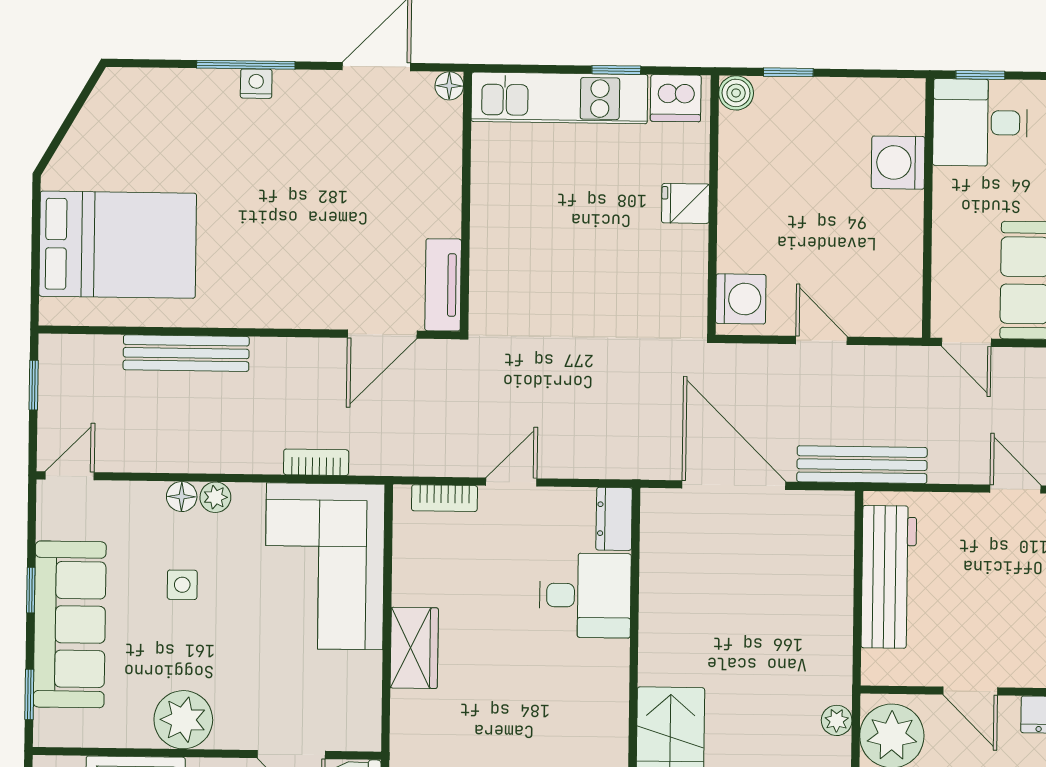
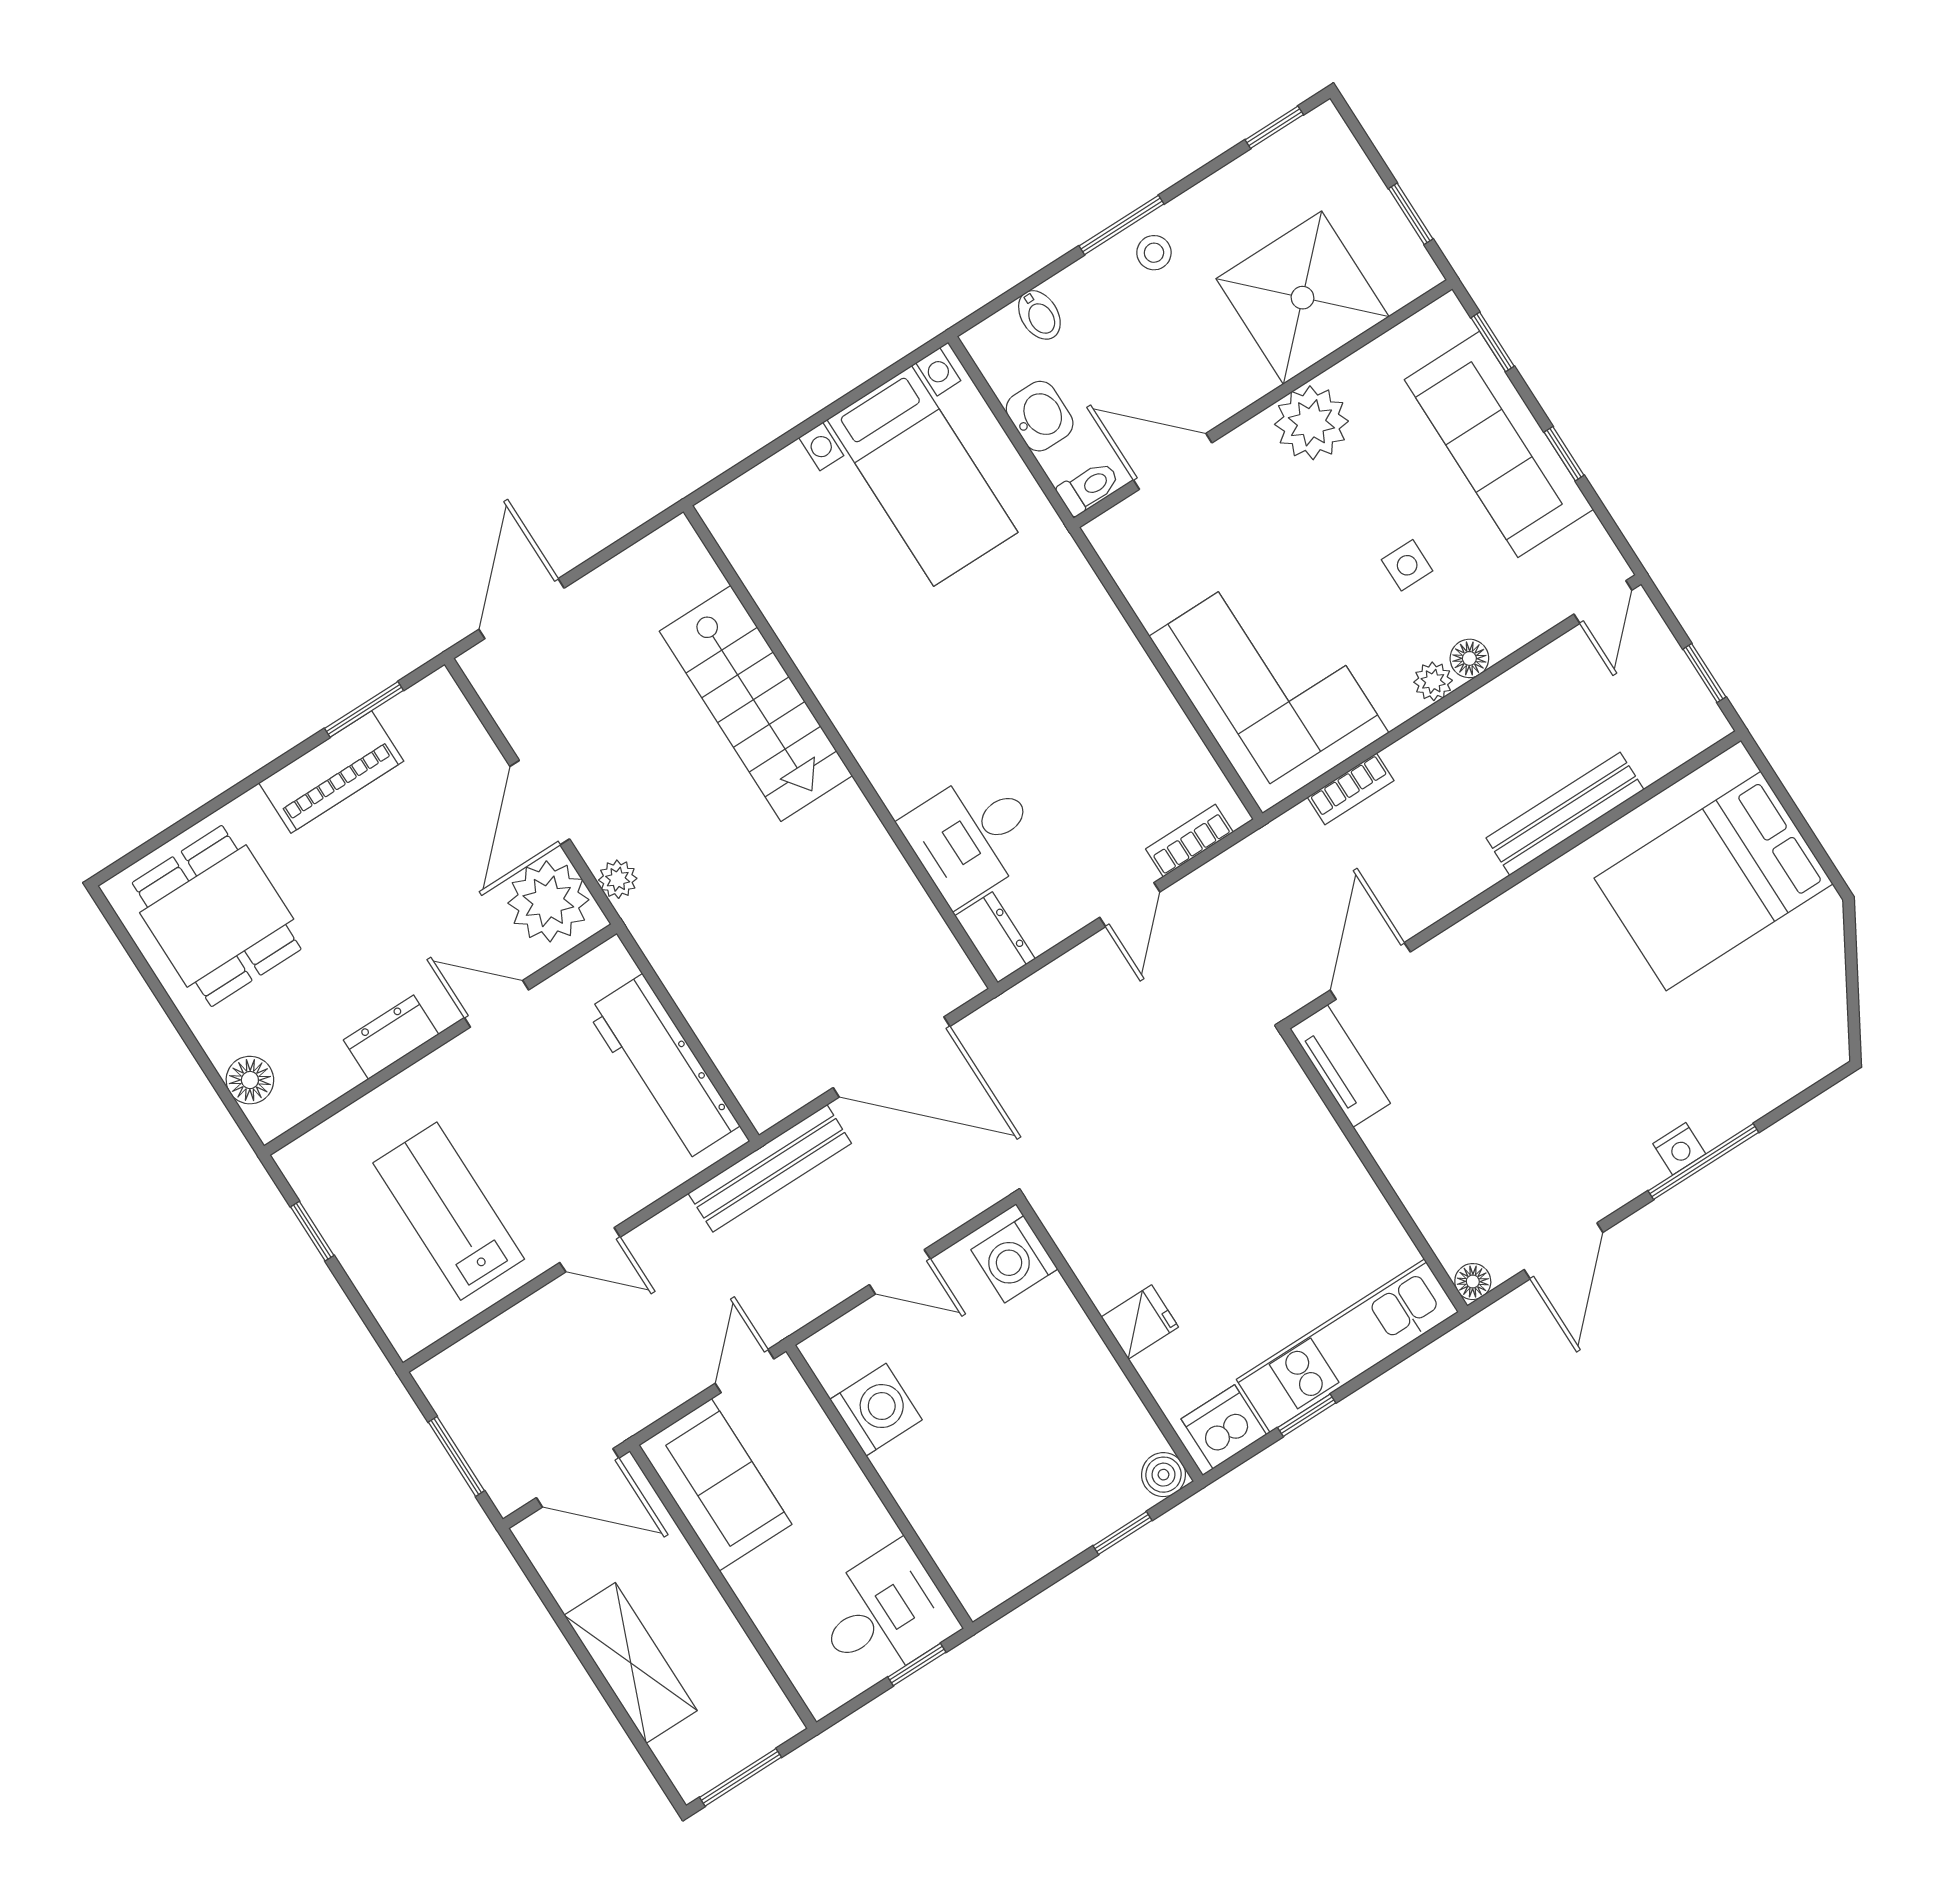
washing machine: (898, 163) -> (876, 1410), moved
door: (966, 342) -> (745, 1371), hinge flipped
wardrobe: (414, 648) -> (1117, 661), removed

